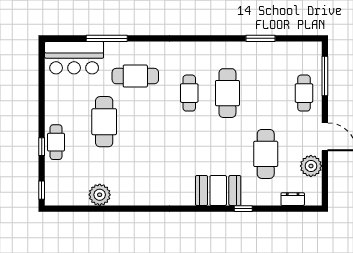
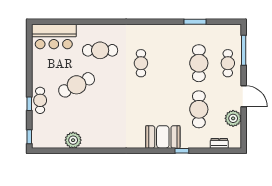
window: (107, 38) -> (78, 22), removed
cafe table: (227, 93) -> (199, 63), moved
cafe table: (104, 122) -> (77, 85), turned 63

